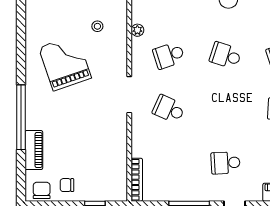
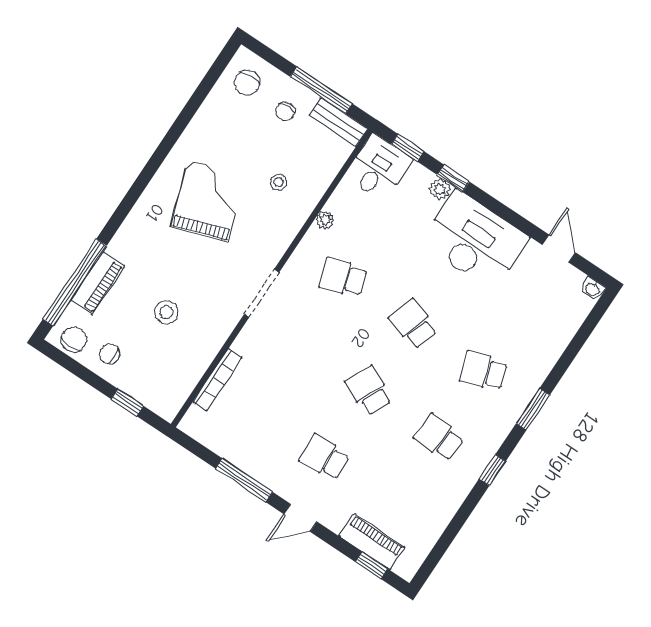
school desk: (169, 109) -> (369, 391), moved
window: (21, 117) -> (75, 282), moved
stool: (83, 141) -> (166, 312), added
bookcase: (137, 180) -> (218, 380), moved

